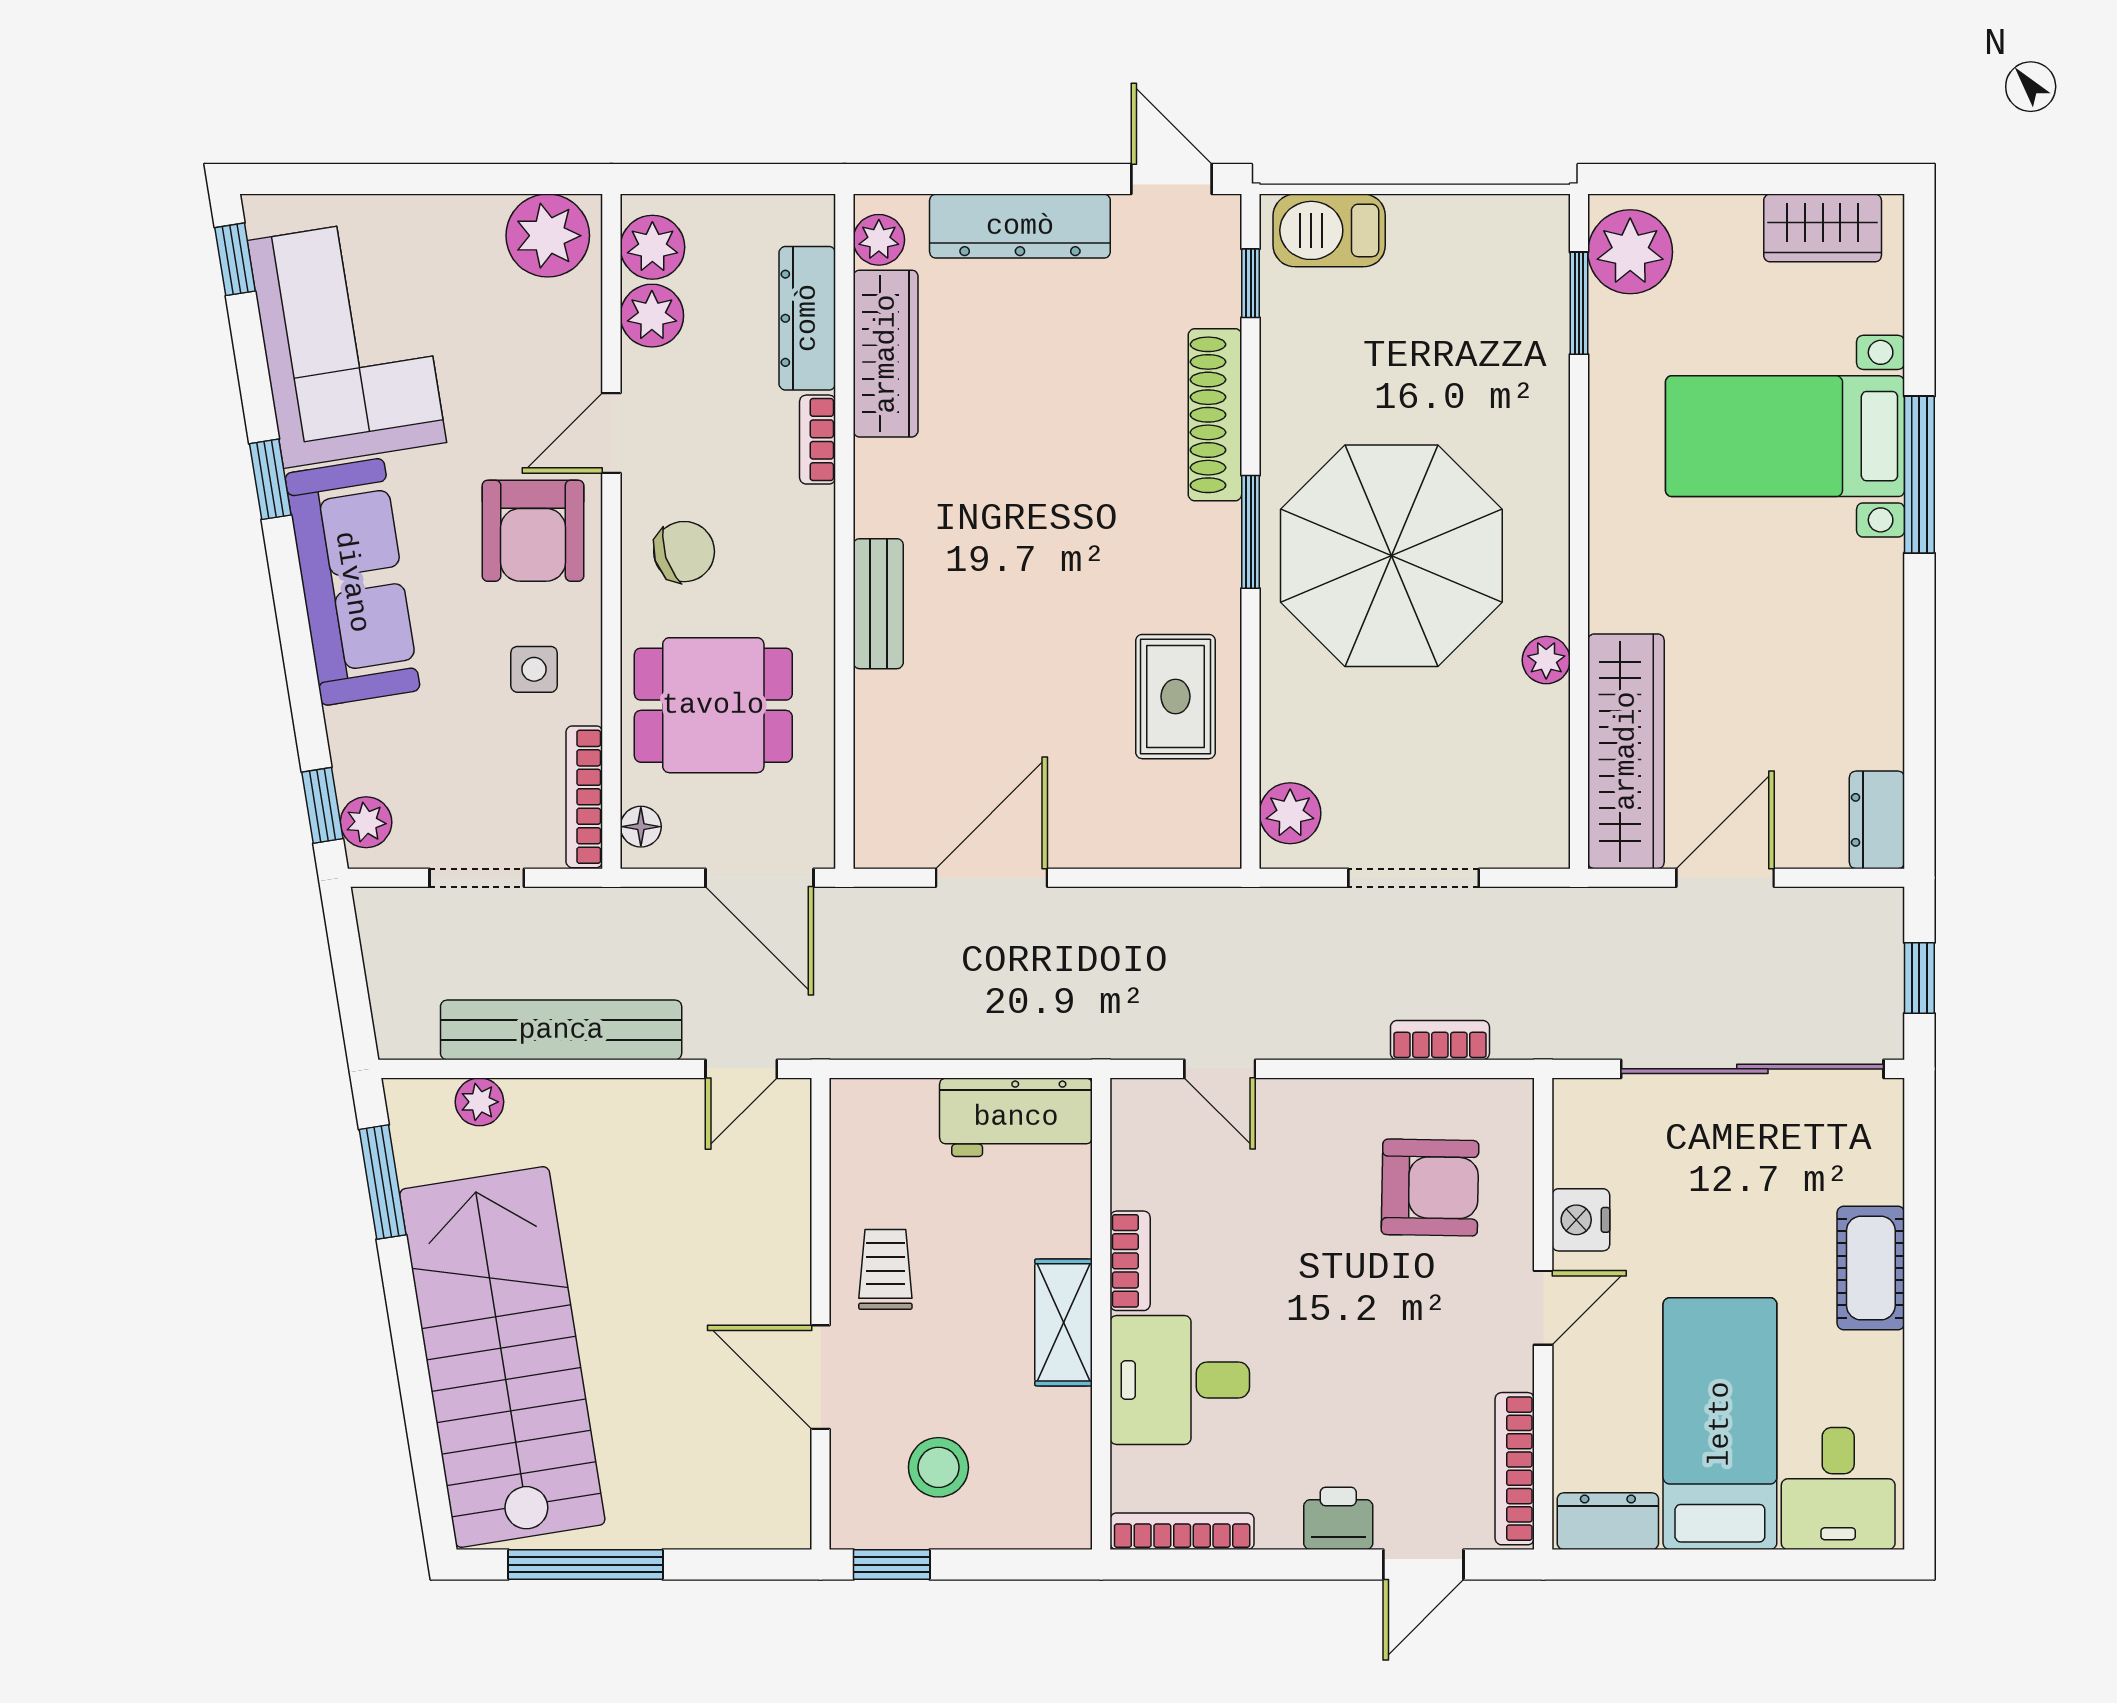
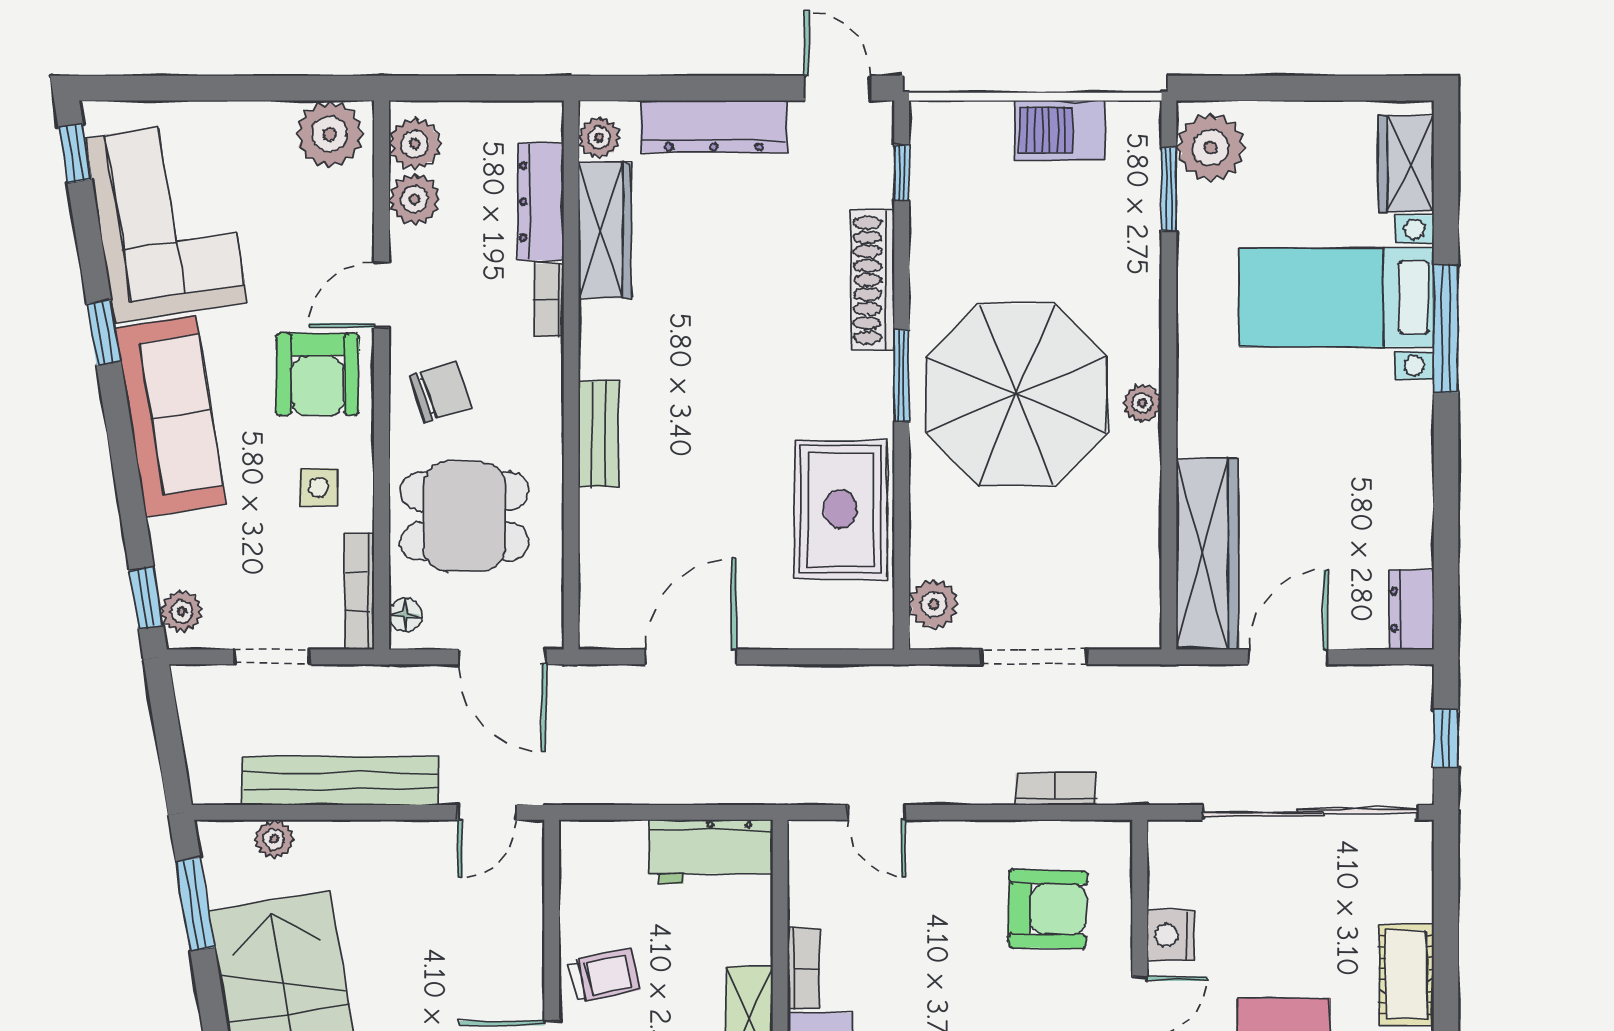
wardrobe: (1823, 228) -> (1406, 164), moved, turned 90
barbecue: (1329, 230) -> (1060, 130), moved
plant: (1546, 660) -> (1142, 403), moved
rug: (1175, 697) -> (841, 509), width x1.36, depth x1.43
trolley: (885, 1269) -> (604, 976), turned 78

